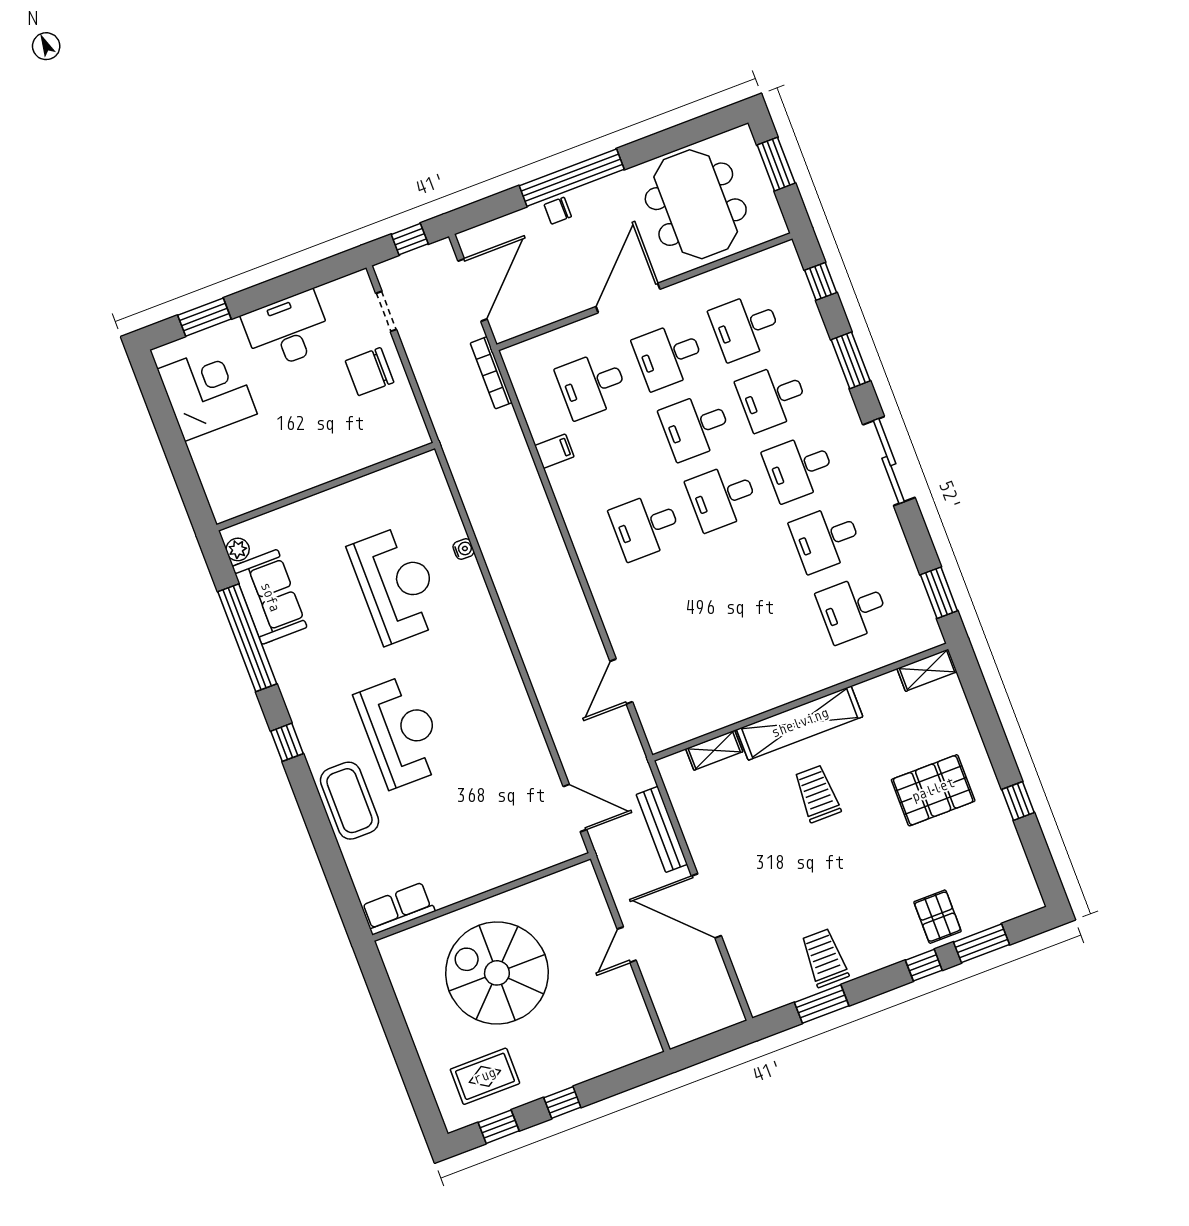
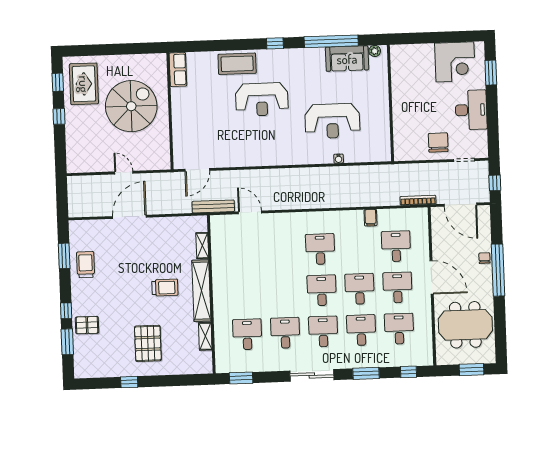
shelving: (927, 670) -> (205, 336), moved
bench: (662, 829) -> (213, 206), moved
trolley: (825, 958) -> (86, 265), turned -90
rug: (485, 1076) -> (84, 84), width x1.36, depth x1.43

